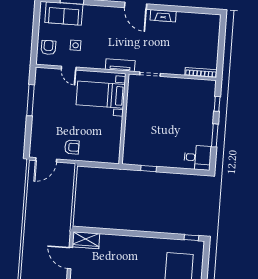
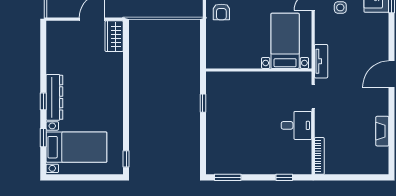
fireplace: (163, 16) -> (382, 131), moved
window: (215, 135) -> (228, 177), moved
desk: (198, 158) -> (296, 125), moved, turned -90

